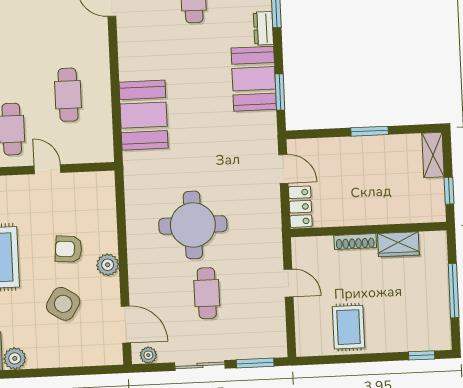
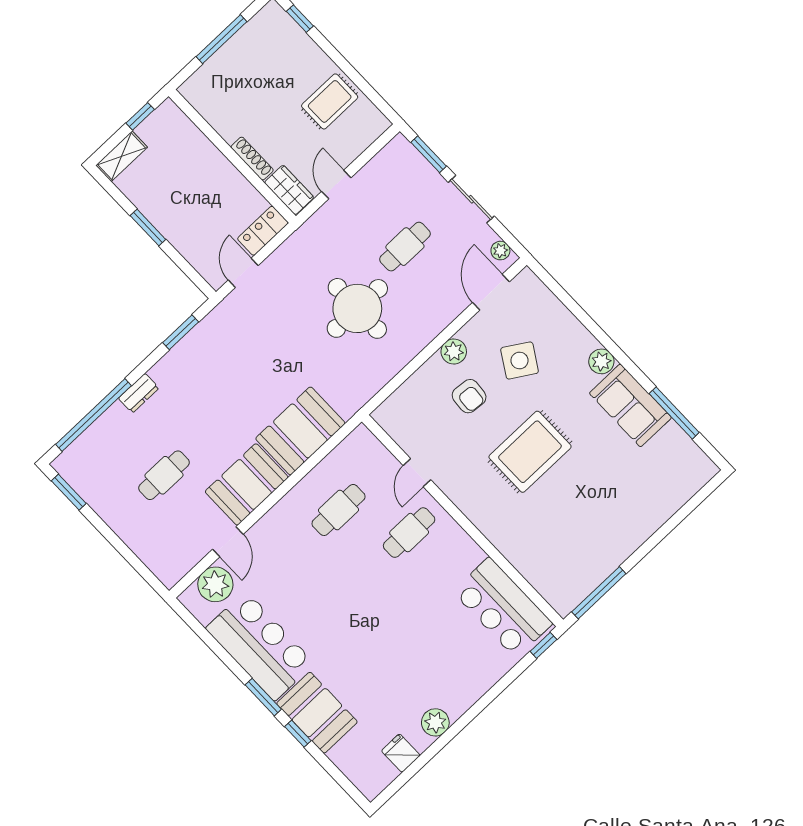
booth: (254, 79) -> (247, 484), moved
wardrobe: (398, 244) -> (289, 190), moved

